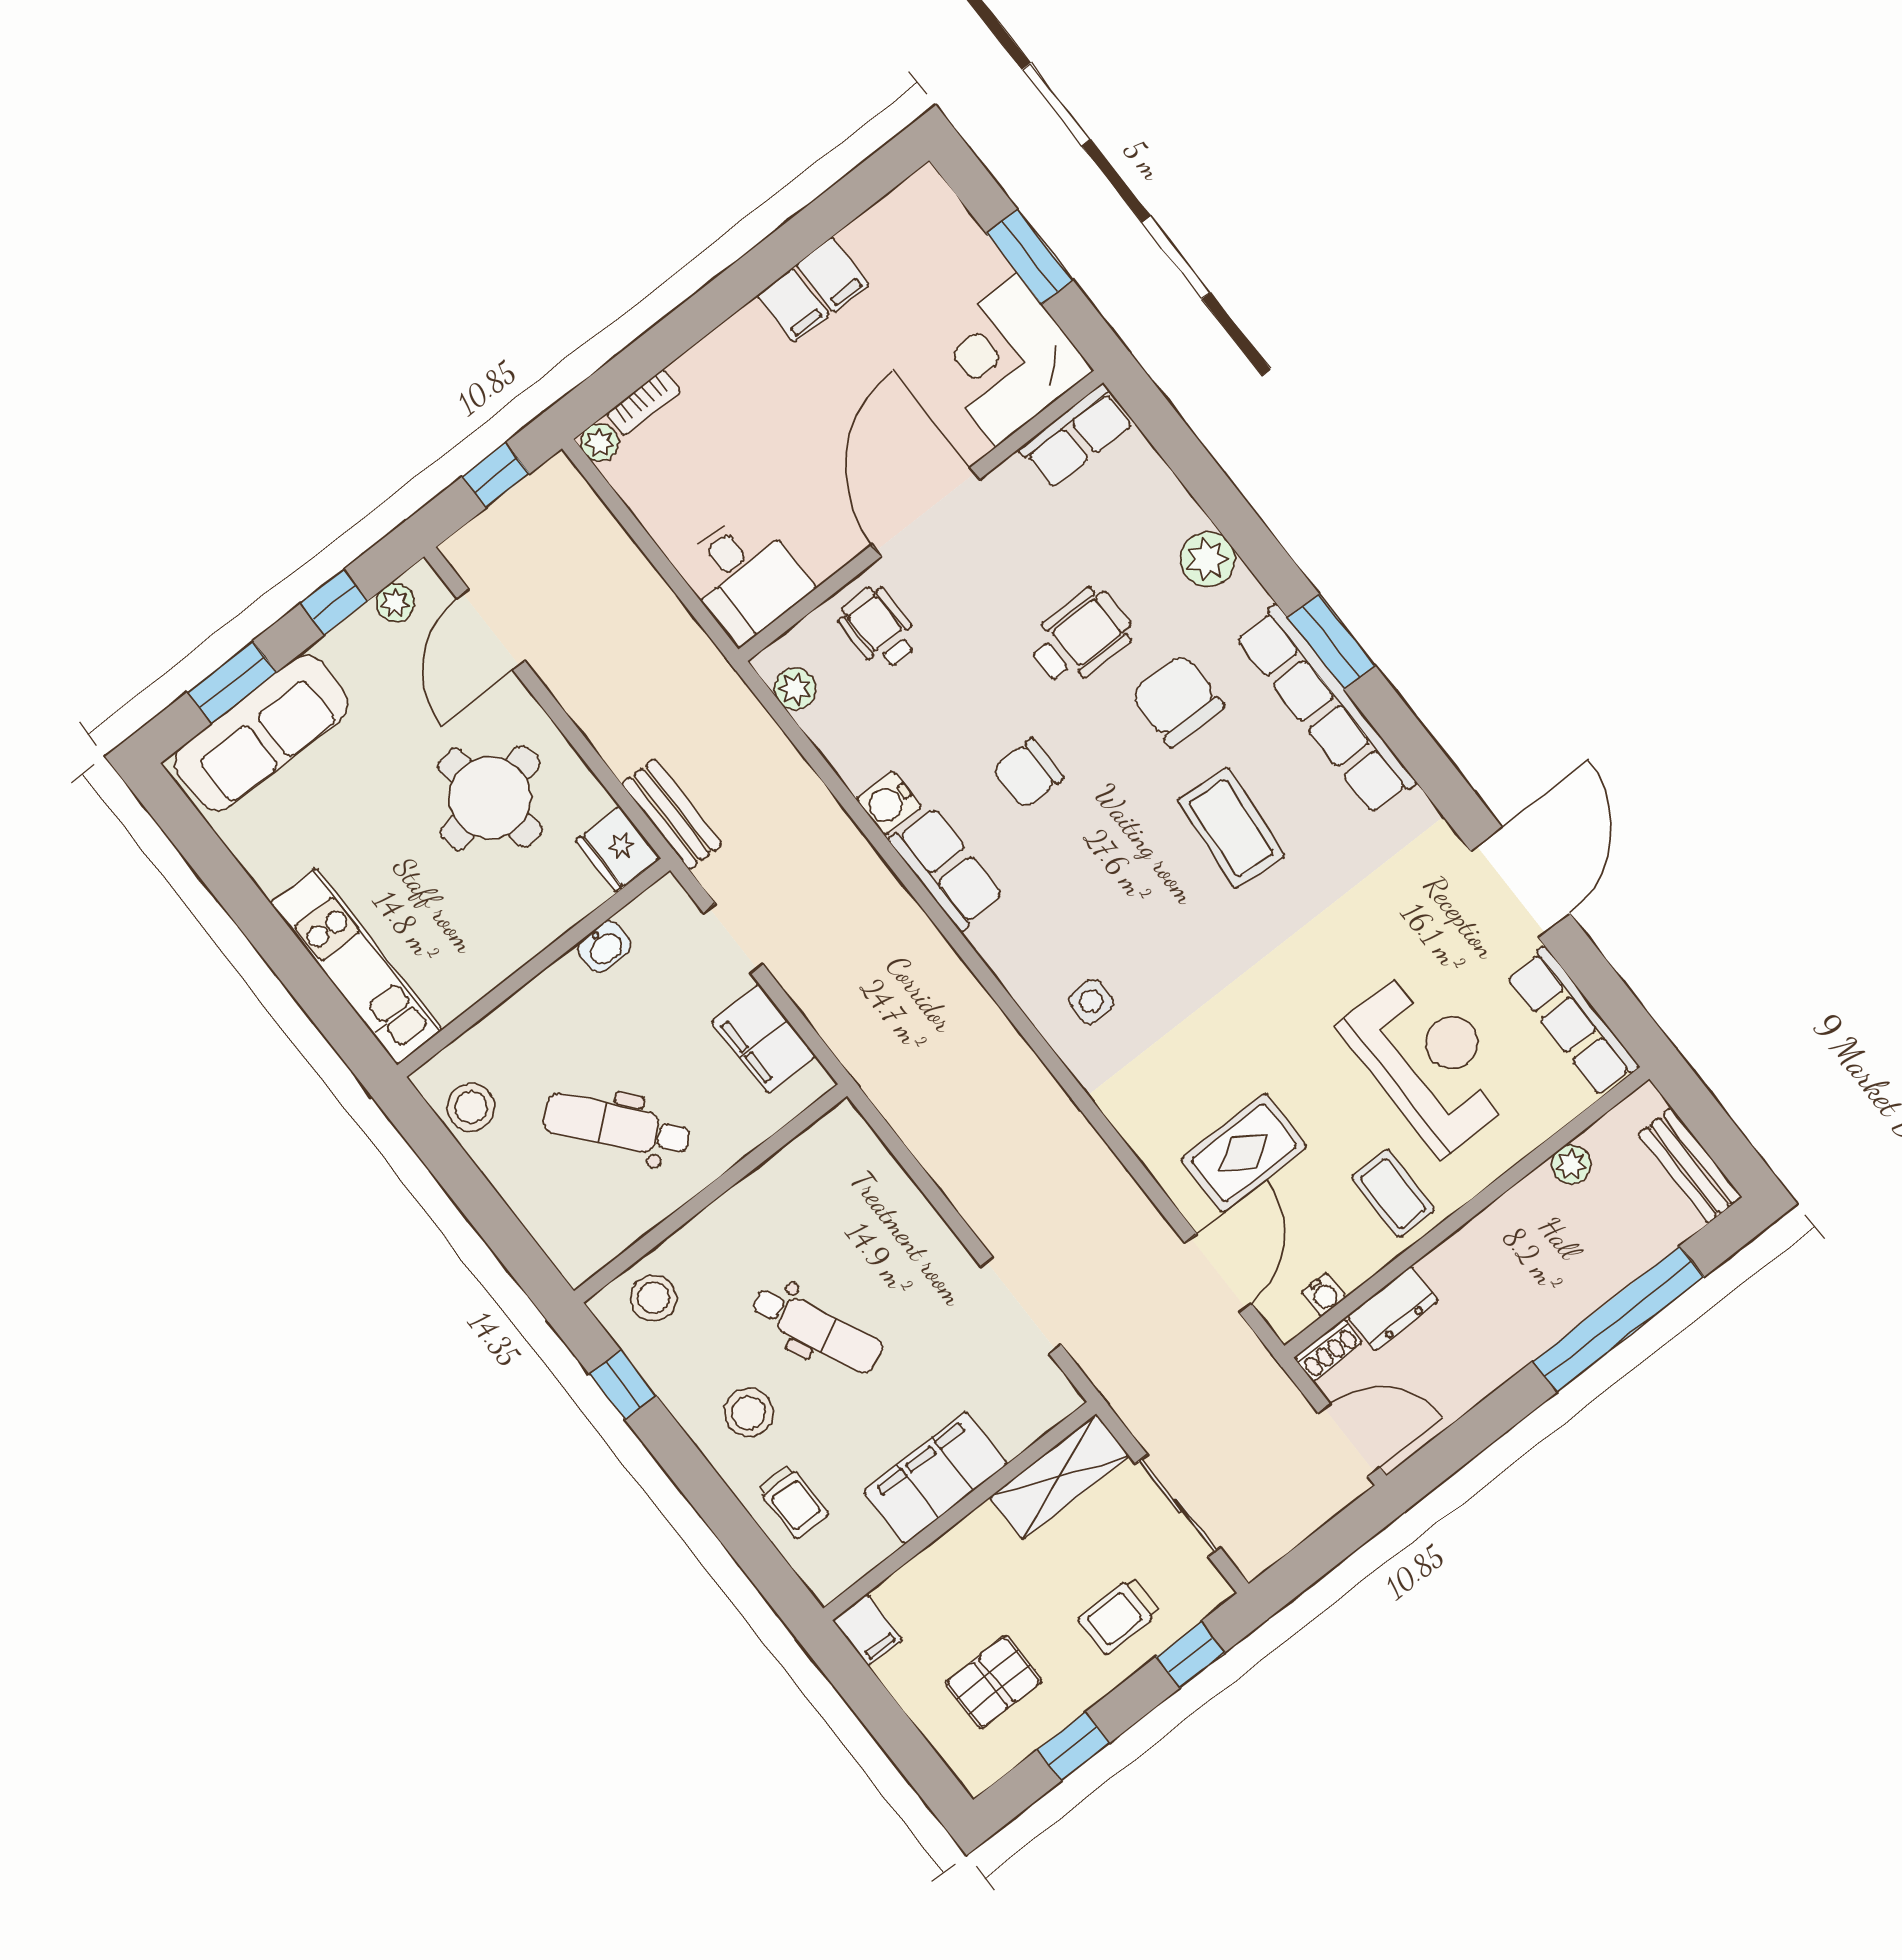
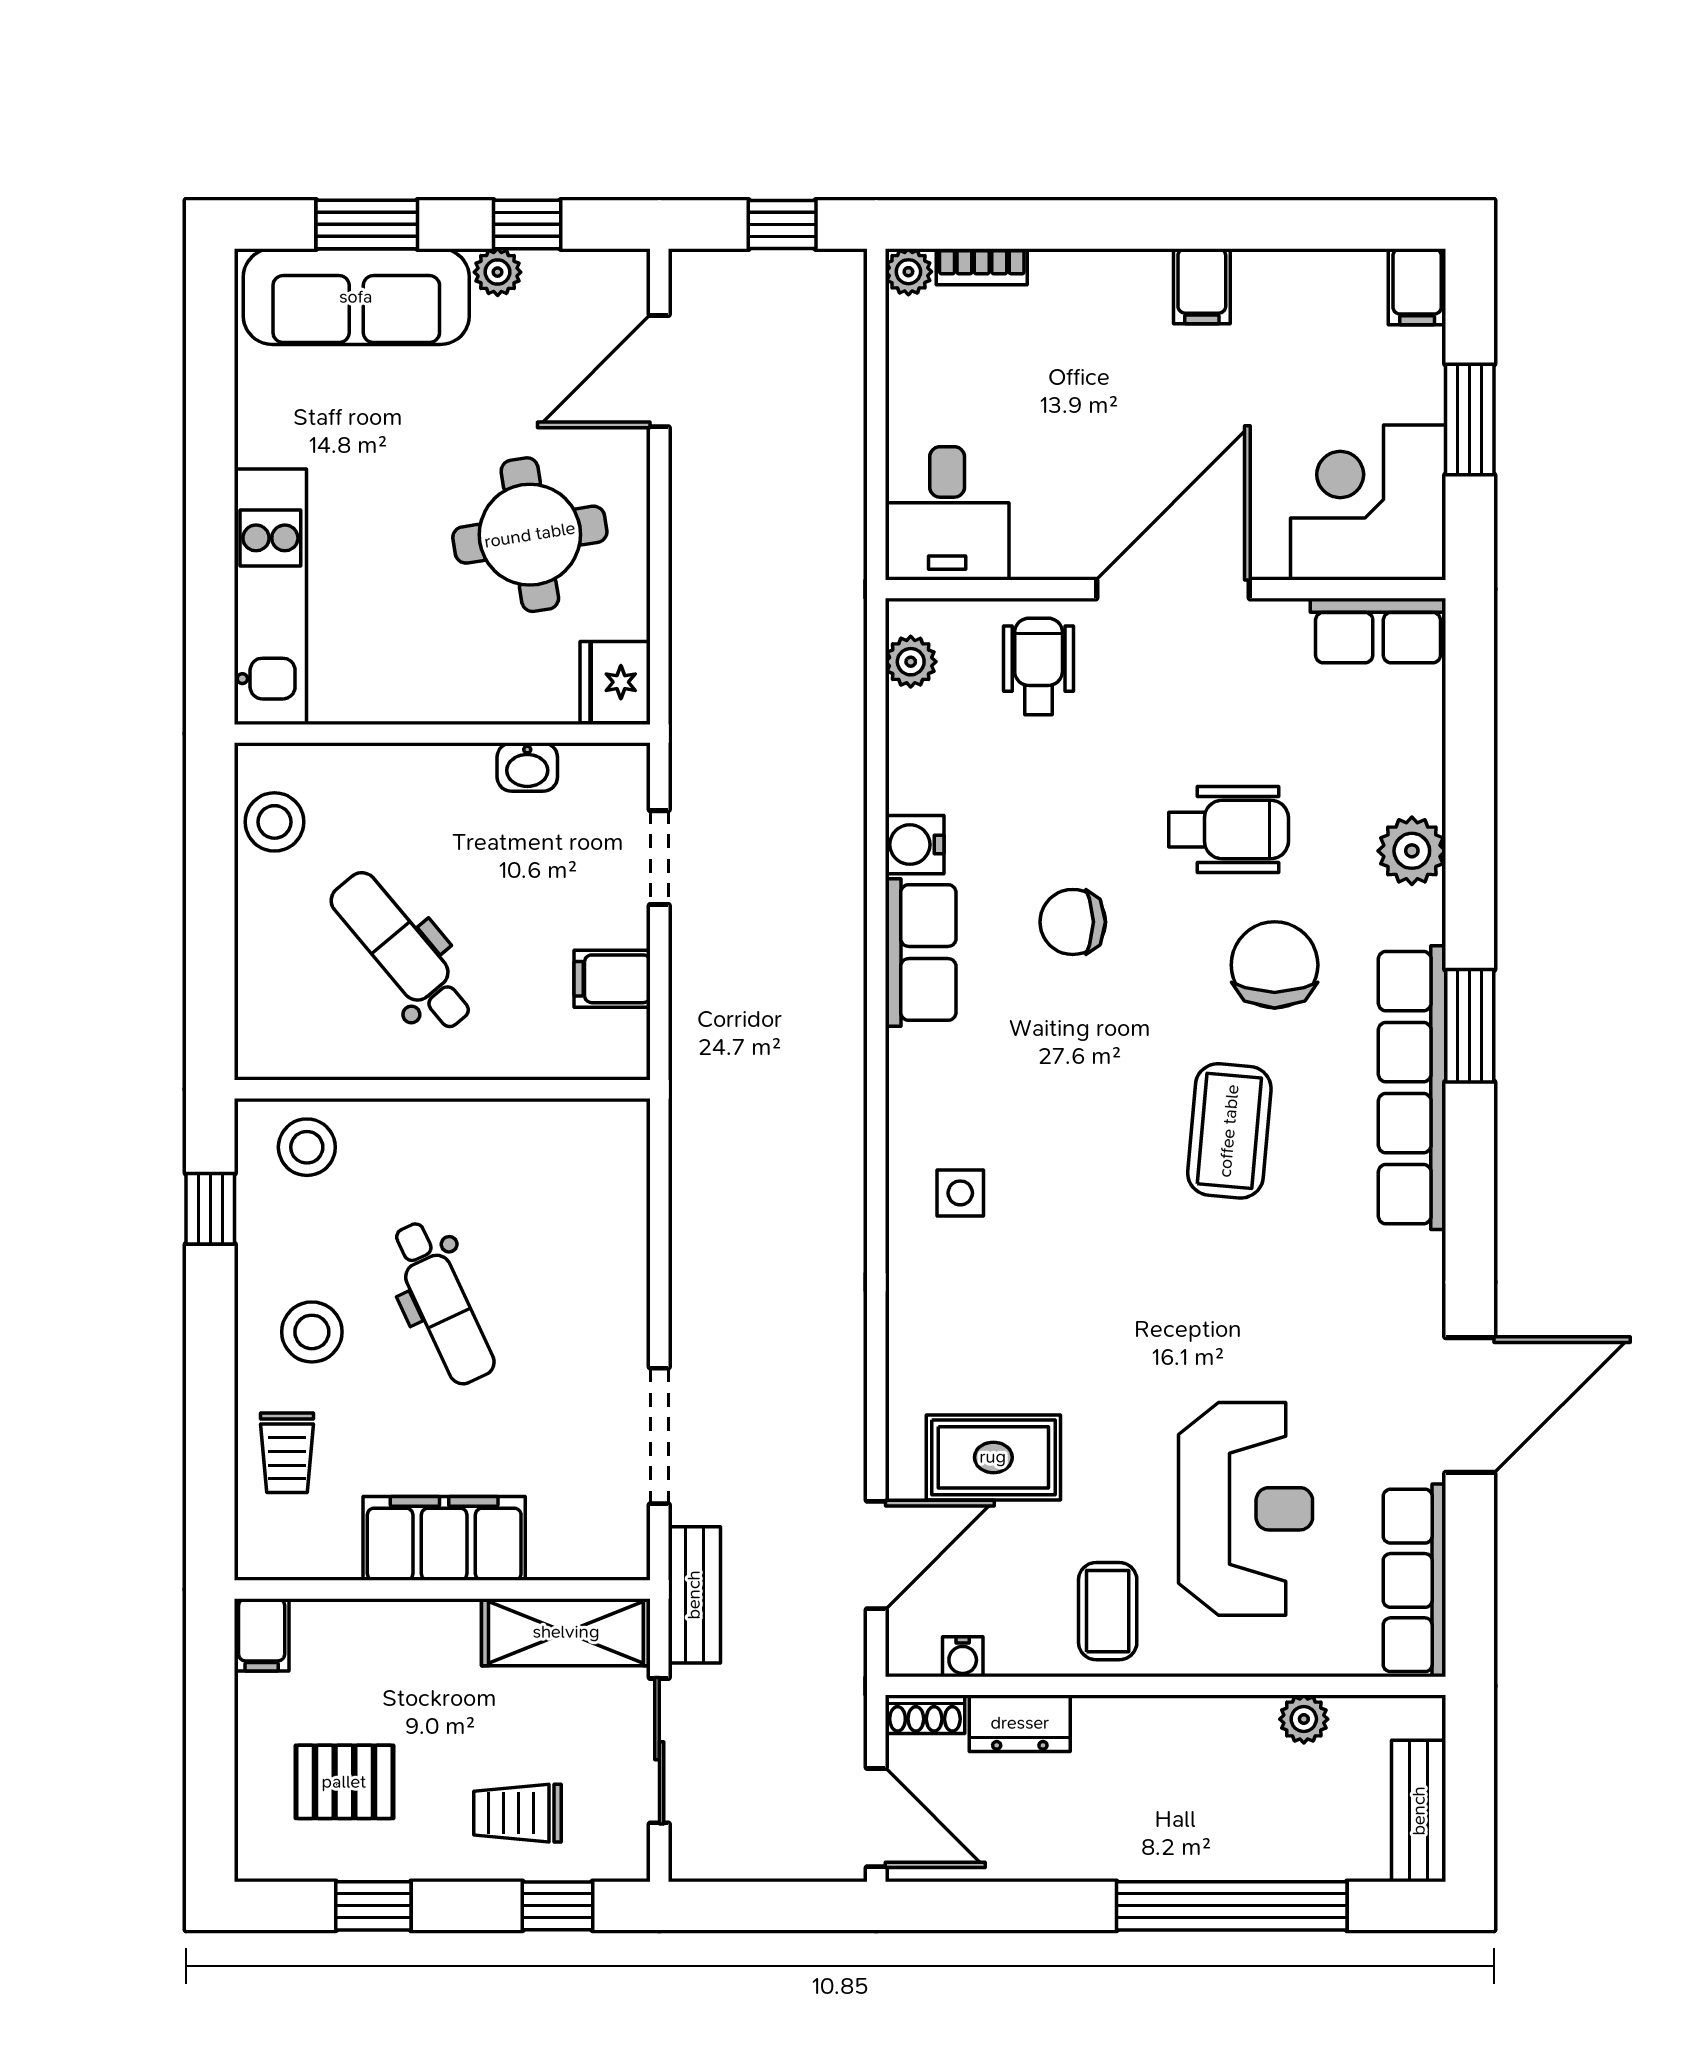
filing cabinet: (833, 275) -> (1417, 287), moved
plant: (395, 603) -> (498, 272), moved
bench: (672, 814) -> (694, 1595), moved
filing cabinet: (763, 1039) -> (612, 979), width x0.50

